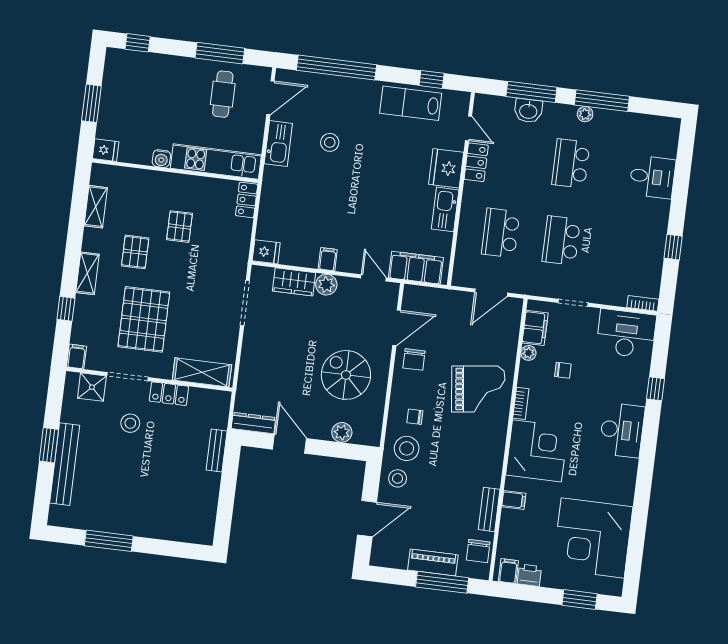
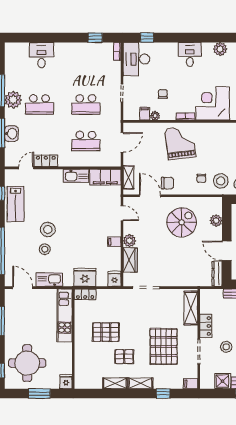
round table: (144, 90) -> (27, 363), added
cafe table: (223, 94) -> (24, 316), removed
plant: (585, 114) -> (13, 100), width x1.87, depth x1.87
stool: (362, 152) -> (48, 229), added
water cooler: (161, 159) -> (67, 348), removed
fridge: (446, 168) -> (85, 277), moved, turned 180
shelving: (96, 207) -> (115, 383), moved
pallet: (180, 227) -> (106, 332), width x1.50, depth x1.42
window: (673, 247) -> (95, 38), moved
filing cabinet: (416, 268) -> (105, 177), moved, turned -90
door: (374, 278) -> (122, 213), swing flipped
door: (491, 293) -> (122, 142), hinge flipped
shelving: (432, 296) -> (128, 177), added
pallet: (144, 319) -> (164, 346), turned 90
filing cabinet: (535, 328) -> (145, 114), width x0.50
spiral stairs: (346, 375) -> (182, 222), turned 180
shower: (92, 387) -> (223, 381), moved
window: (655, 389) -> (147, 38), moved
desk: (622, 430) -> (190, 54), width x0.73
door: (290, 444) -> (227, 251), hinge flipped
plant: (626, 475) -> (220, 49), added

